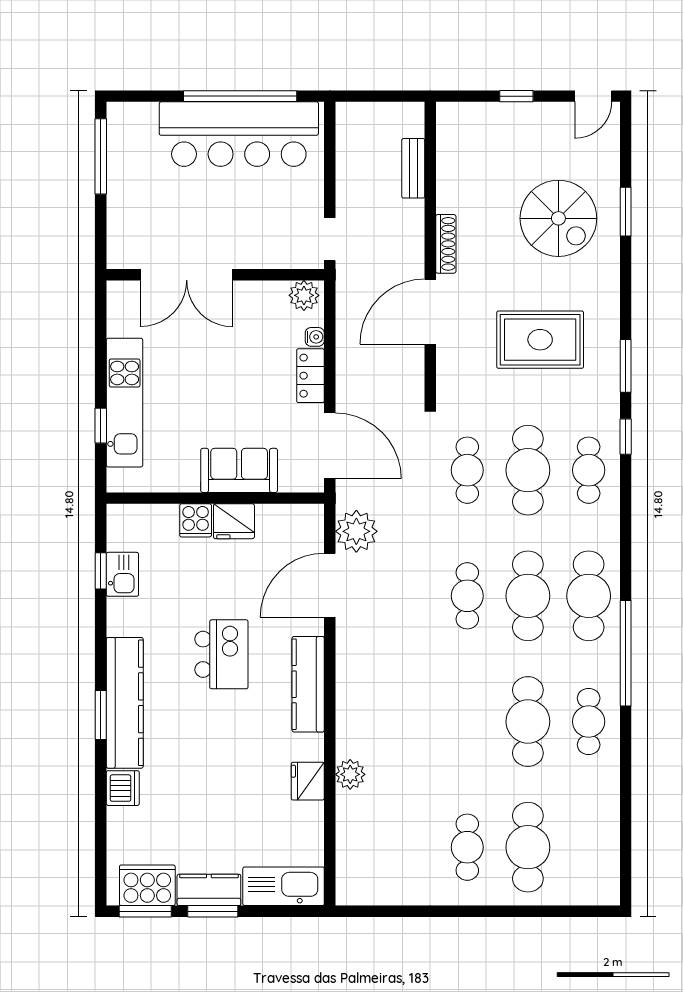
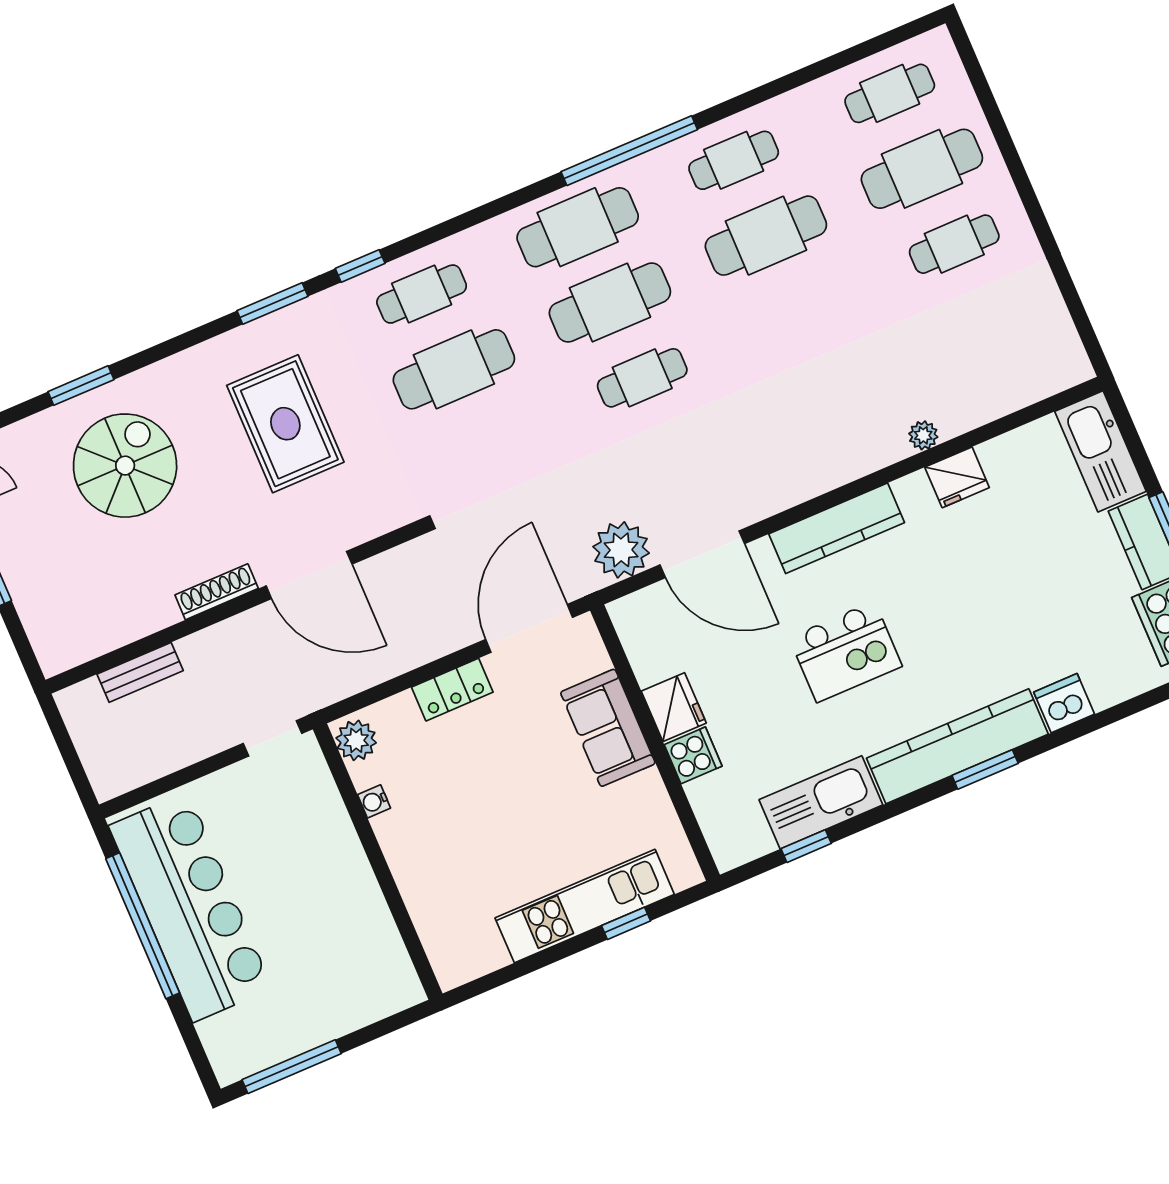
double door: (187, 275) -> (393, 897), removed
water cooler: (315, 337) -> (374, 801), moved, turned -90
cafe table: (467, 470) -> (890, 93), moved
kitchen sink: (122, 574) -> (821, 802), width x1.88, depth x1.24
kitchen island: (221, 654) -> (846, 652), turned 180
plant: (350, 774) -> (923, 435), width x0.73, depth x0.73

